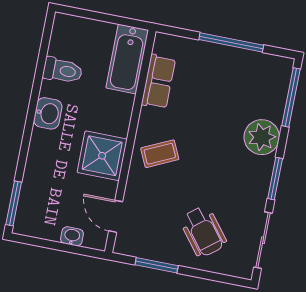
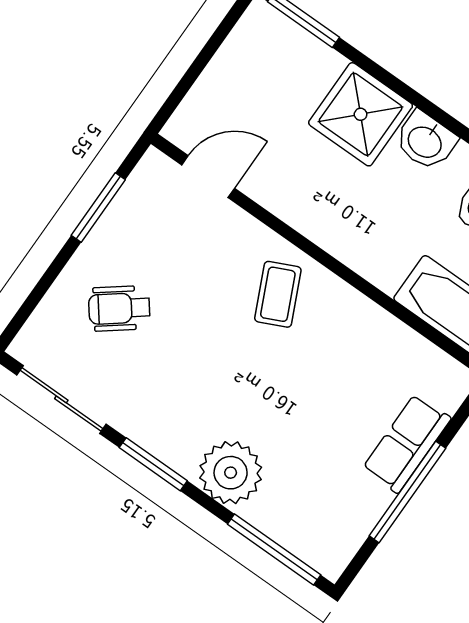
row of seats: (158, 82) -> (407, 443), moved, turned 90
shower: (102, 156) -> (361, 114), moved
wheelchair: (203, 231) -> (119, 308), width x0.73, depth x0.73
washbasin: (72, 236) -> (207, 91), removed

